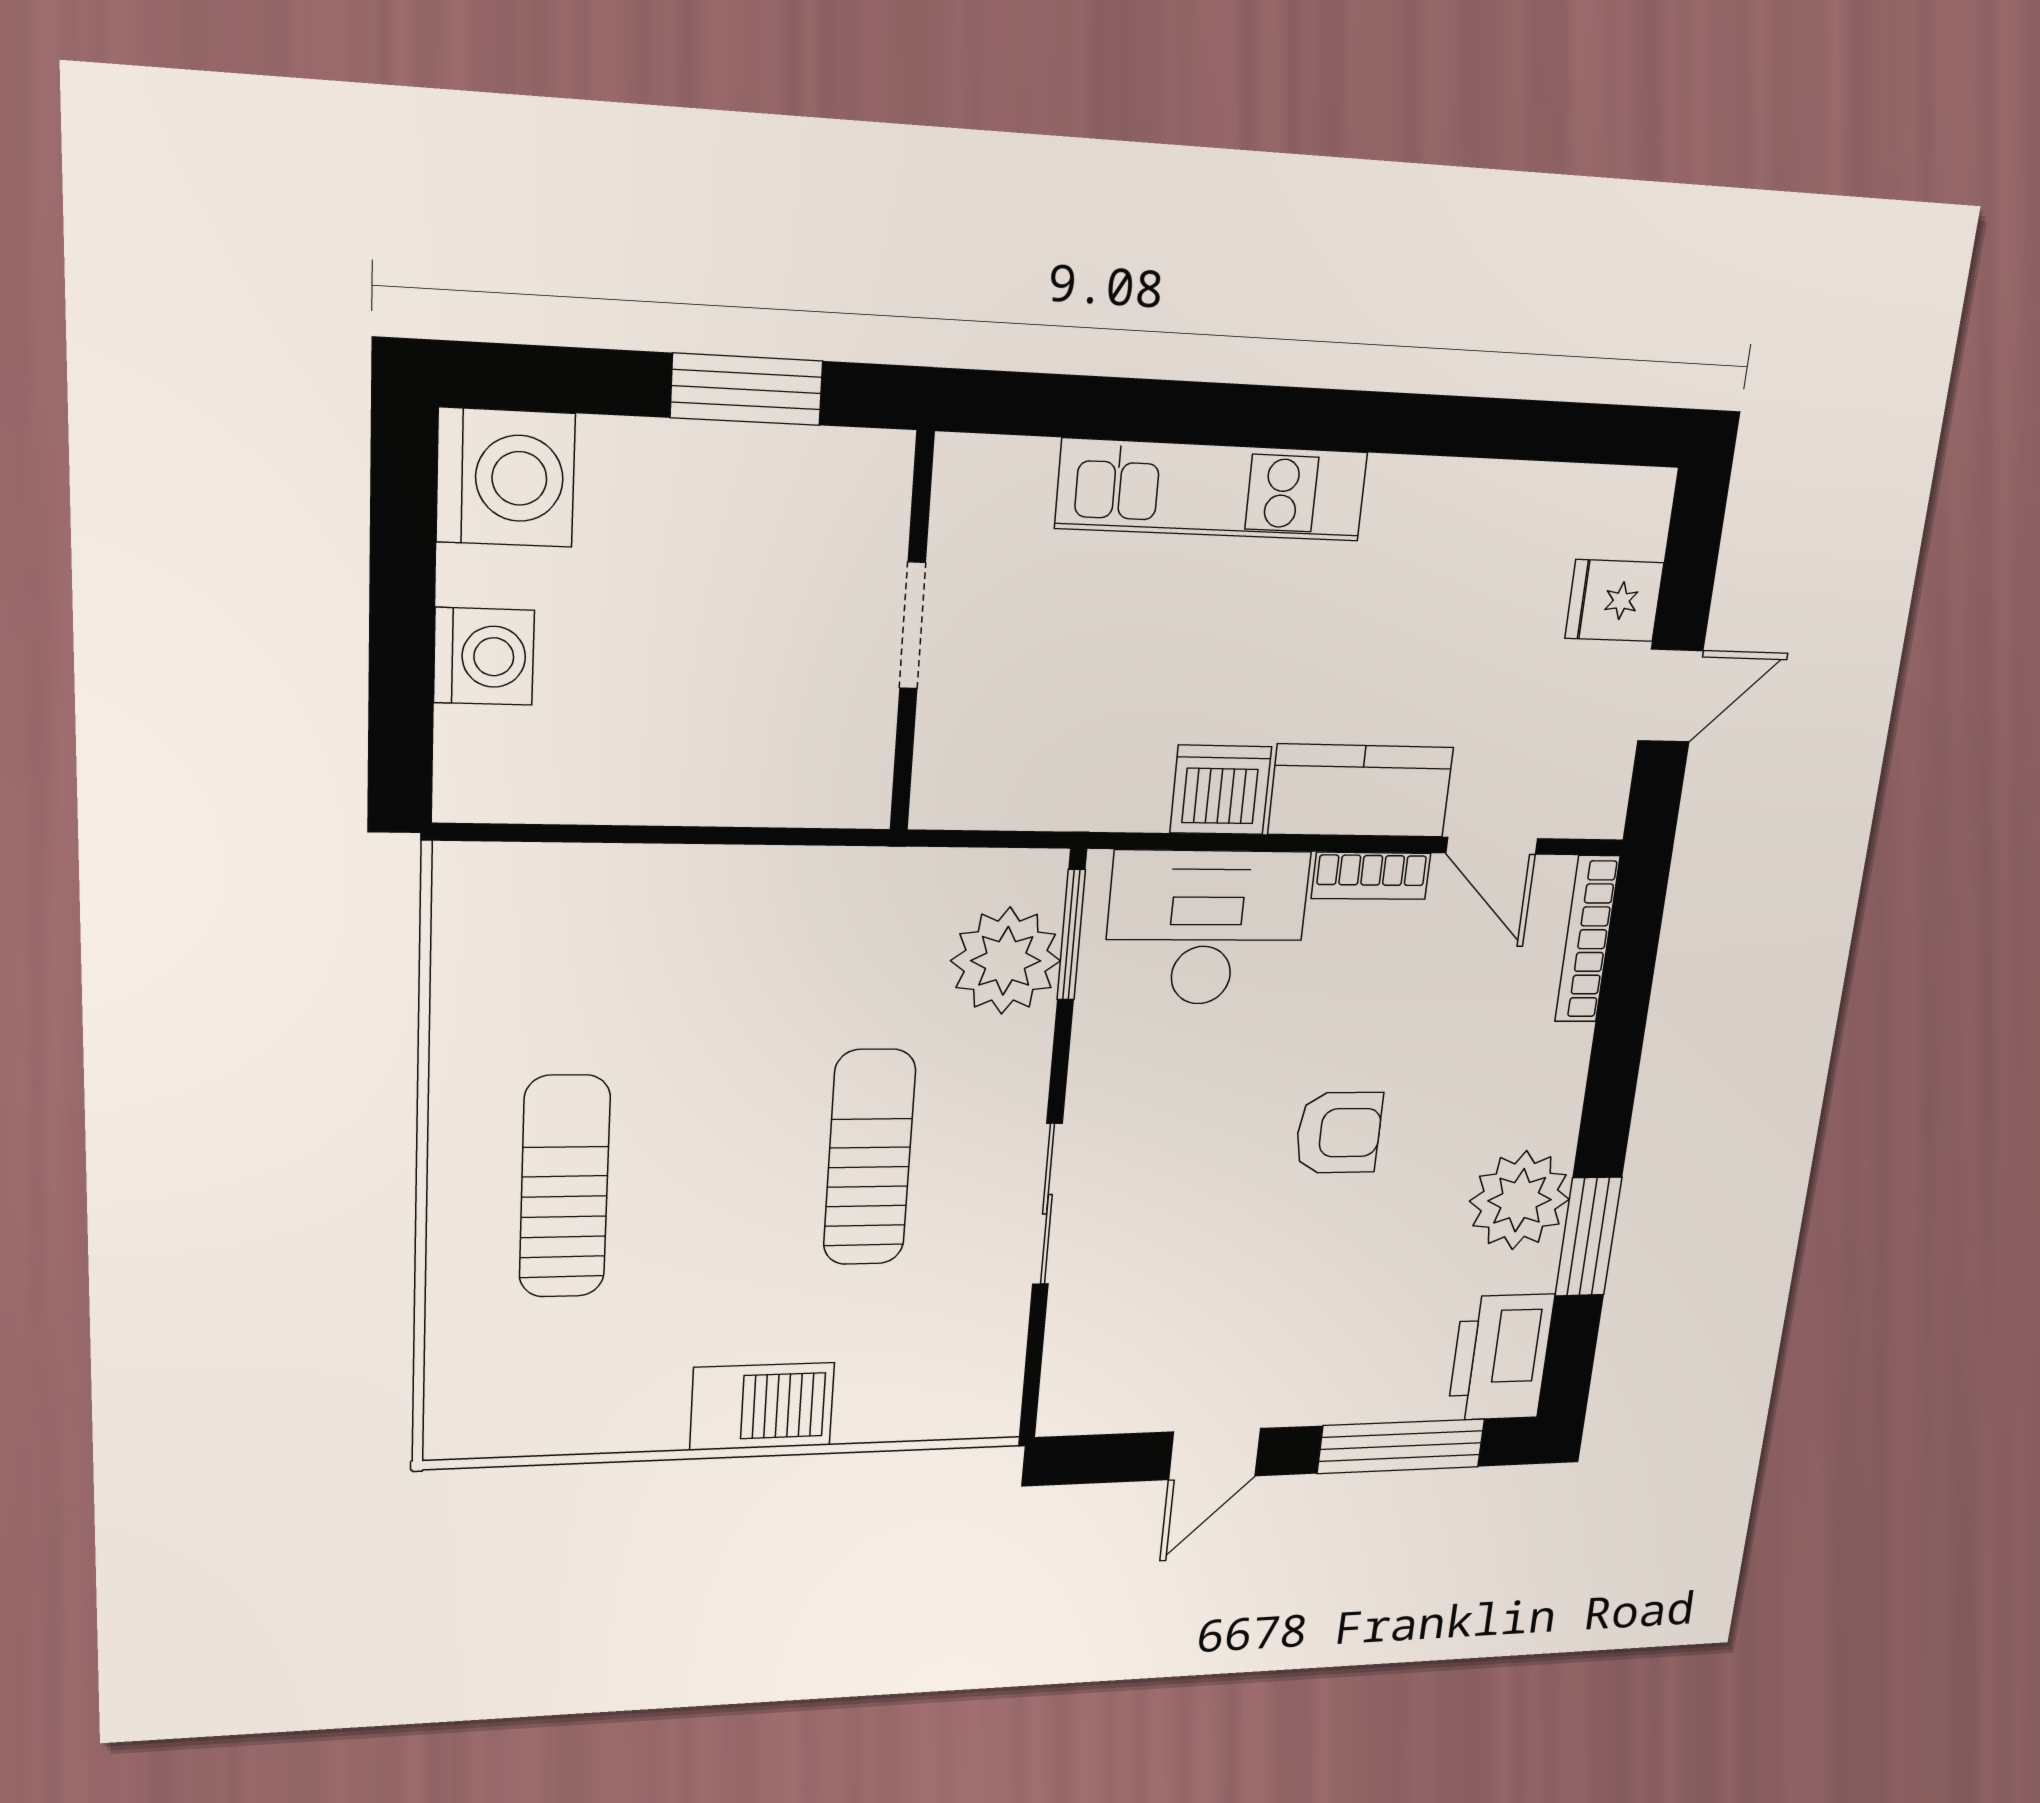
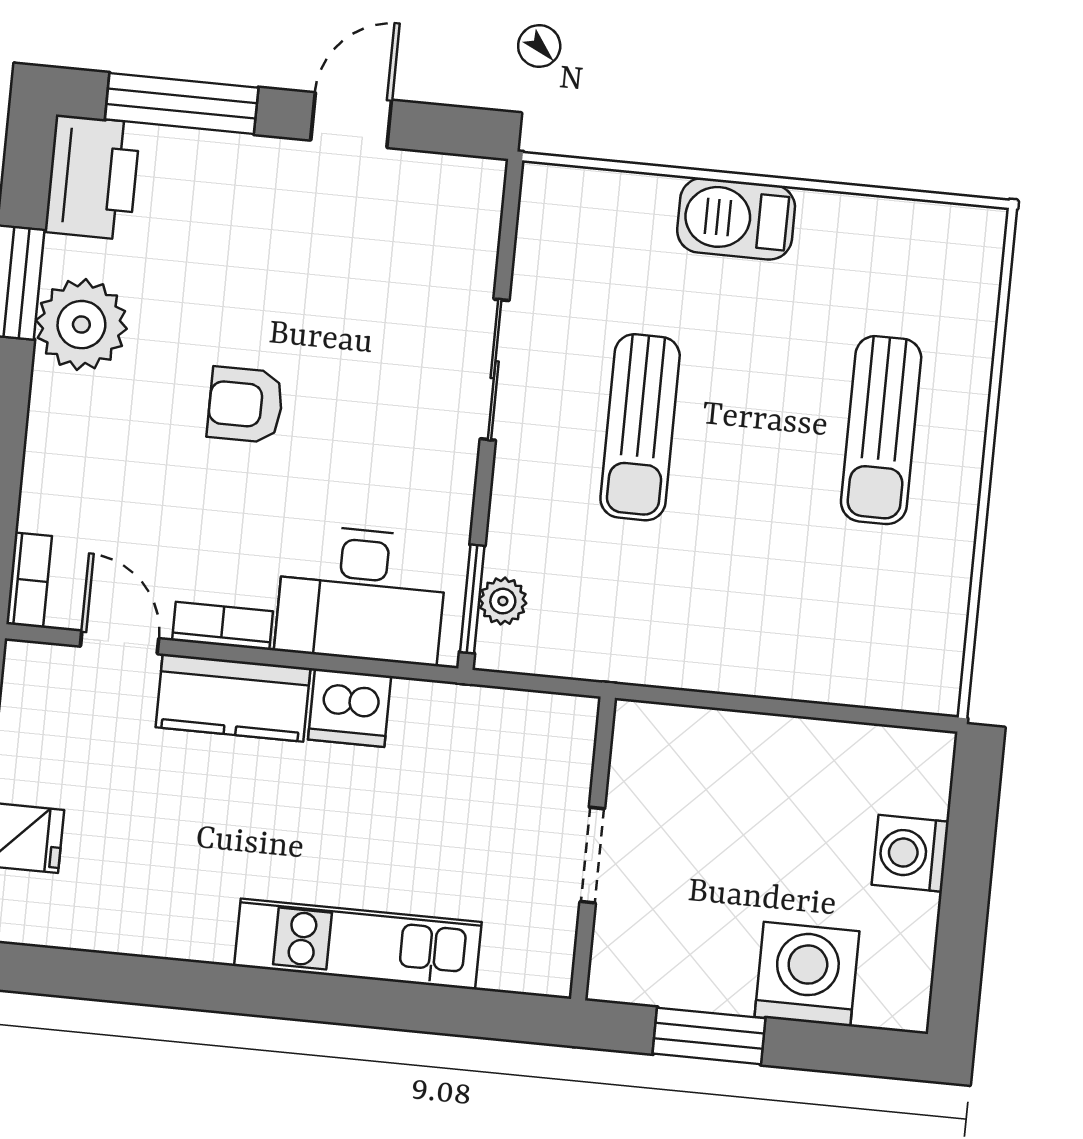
washing machine: (506, 478) -> (807, 974), moved, turned 90
bookcase: (1587, 939) -> (29, 580), width x0.64
plant: (1006, 961) -> (503, 601), width x0.53, depth x0.53

